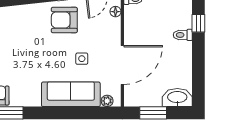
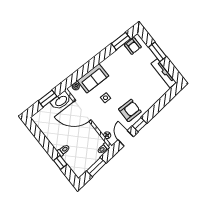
door: (122, 65) -> (82, 111), hinge flipped
sofa: (71, 94) -> (93, 78), width x0.73
washbasin: (177, 98) -> (61, 101), moved

